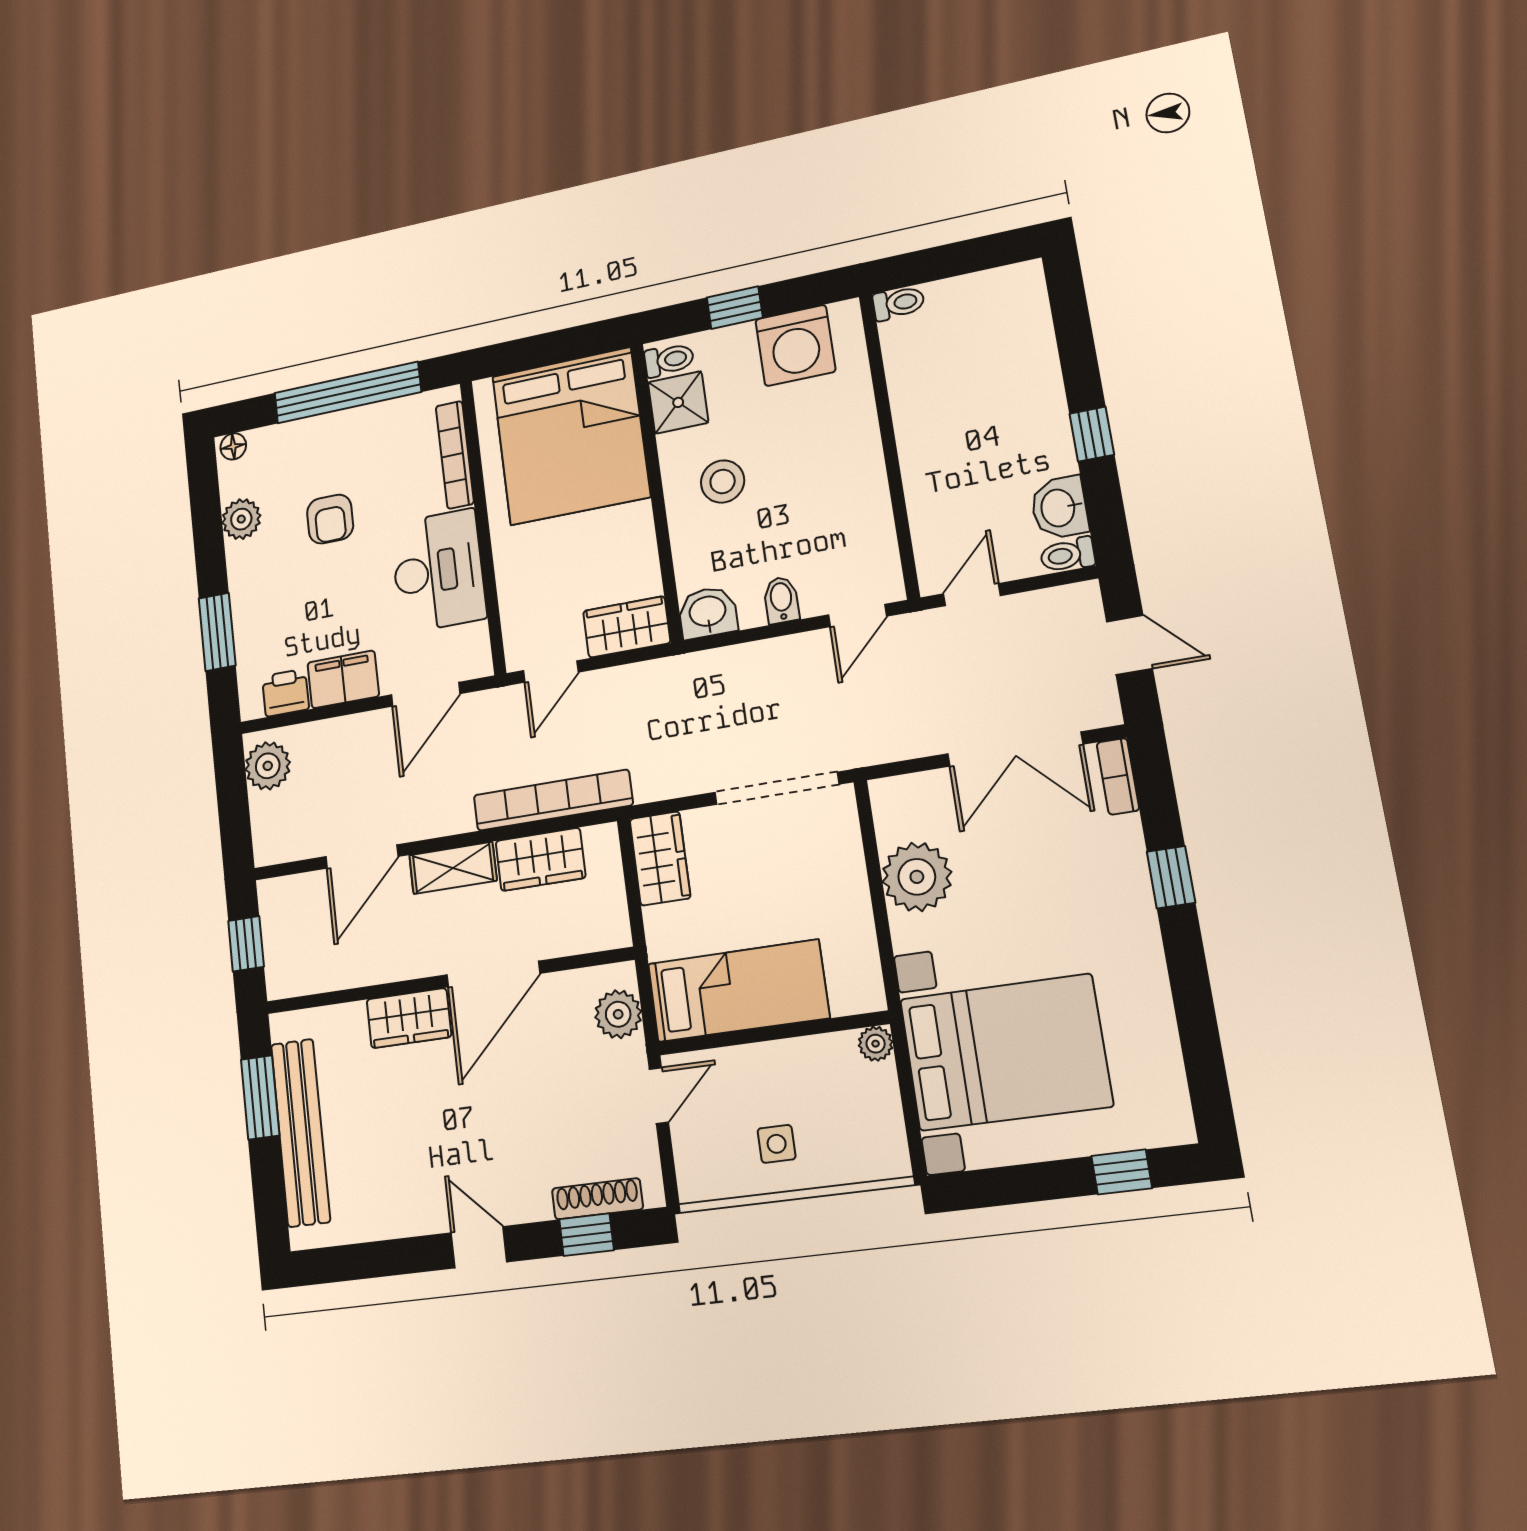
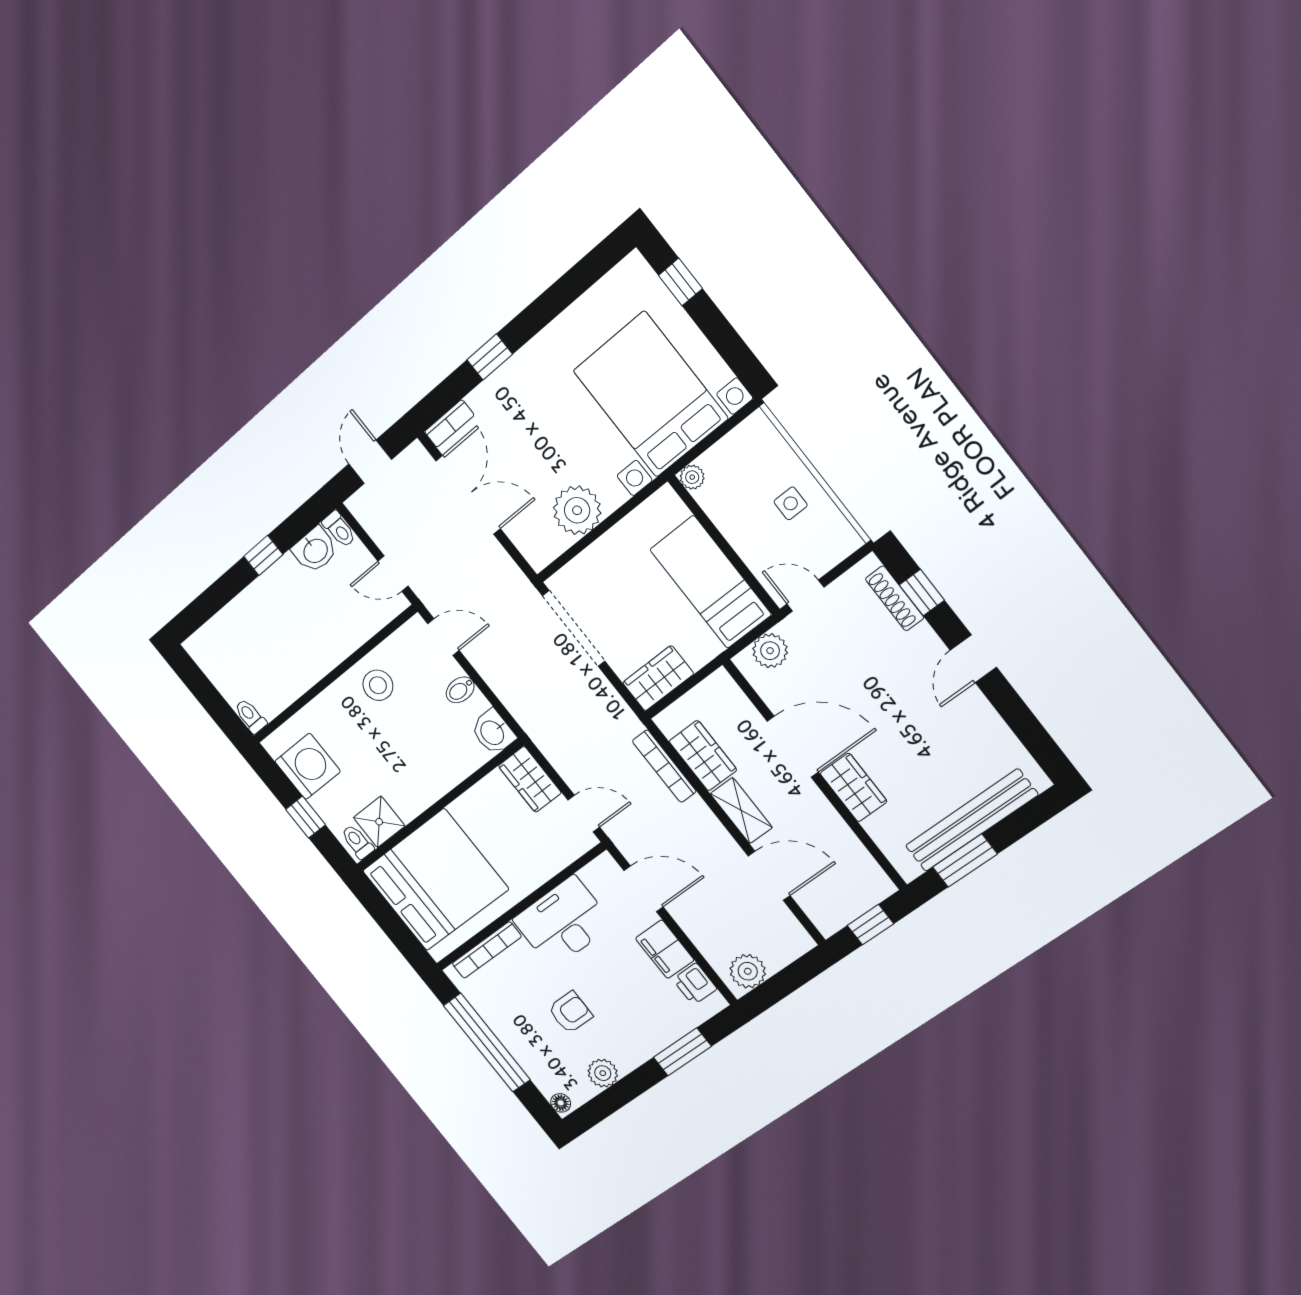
stool: (723, 481) -> (378, 685), moved
bookcase: (553, 800) -> (664, 766), width x0.68, depth x0.76

